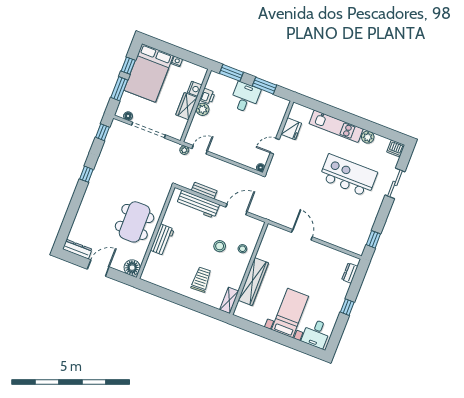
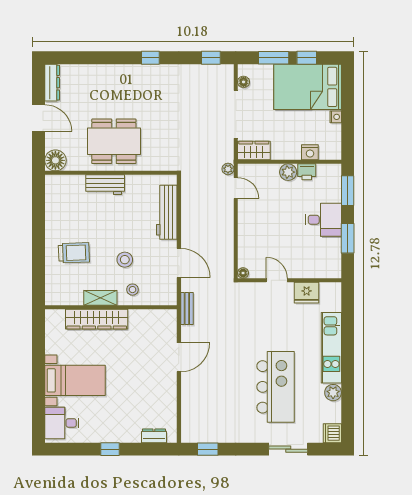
wardrobe: (187, 106) -> (254, 151), moved
bench: (204, 191) -> (187, 308), moved
shelving: (229, 300) -> (100, 298), moved

